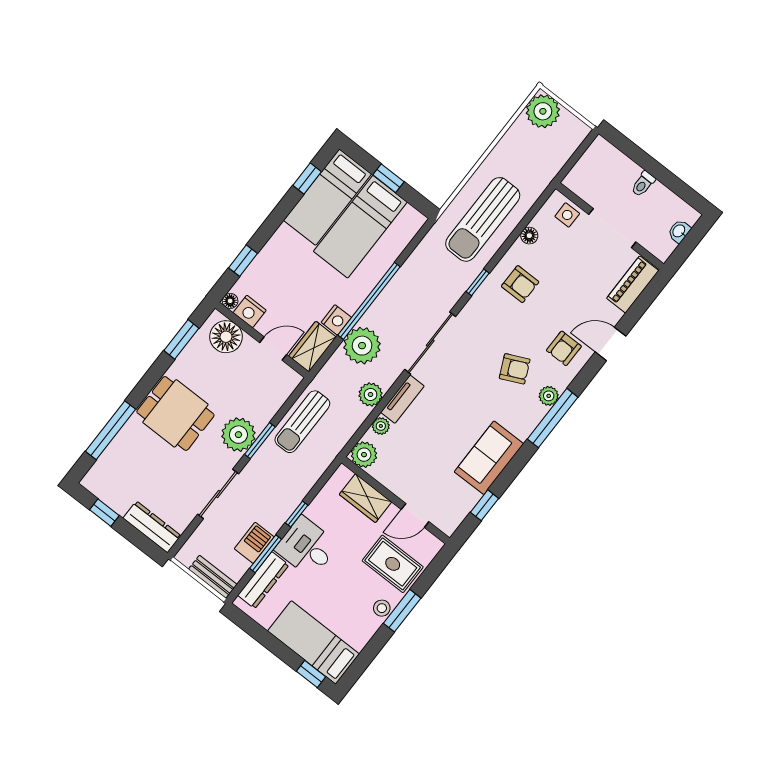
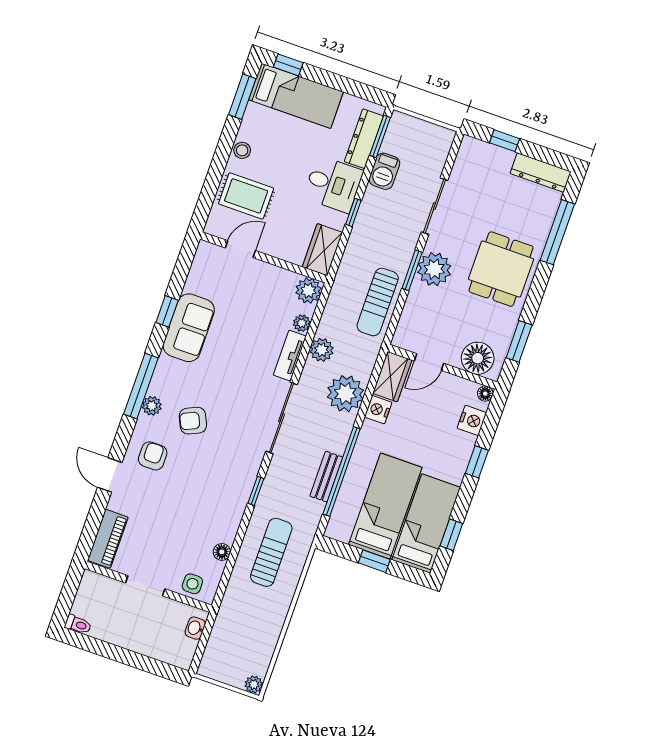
plant: (543, 111) -> (254, 685), width x0.53, depth x0.53
toilet: (643, 184) -> (78, 624), moved, turned 90
sun lounger: (483, 219) -> (271, 552), width x0.73, depth x0.75
doorway: (612, 228) -> (145, 586), width x0.73
washbasin: (679, 231) -> (195, 628), moved, turned 180
window: (243, 261) -> (477, 462), moved
armchair: (520, 284) -> (215, 503), removed
window: (369, 301) -> (342, 471), moved
nightstand: (250, 311) -> (472, 420), moved, turned 90
door: (610, 344) -> (110, 475), swing flipped
dining table: (175, 413) -> (501, 269), turned 90
sun lounger: (302, 422) -> (378, 302), turned 180
wardrobe: (365, 498) -> (322, 250), moved, turned -90
window: (484, 505) -> (167, 311), moved
window: (104, 513) -> (505, 141), moved
dresser: (152, 527) -> (541, 173), moved
window: (266, 554) -> (380, 136), moved
bench: (213, 577) -> (326, 477), moved, turned 90
window: (402, 611) -> (242, 97), moved

